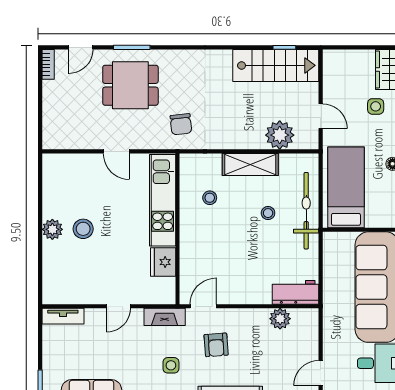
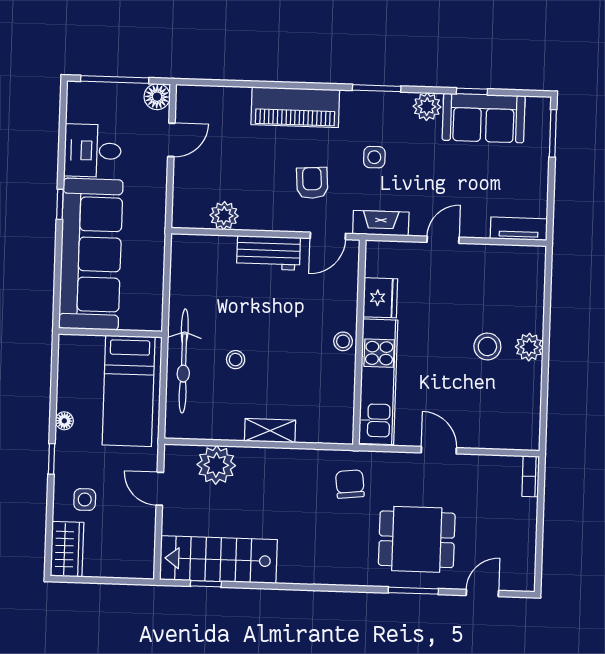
bookcase: (48, 64) -> (531, 476), moved
shelving: (250, 164) -> (270, 431), width x0.67, depth x0.75
stool: (210, 198) -> (343, 341), moved
workbench: (295, 292) -> (268, 253), moved

